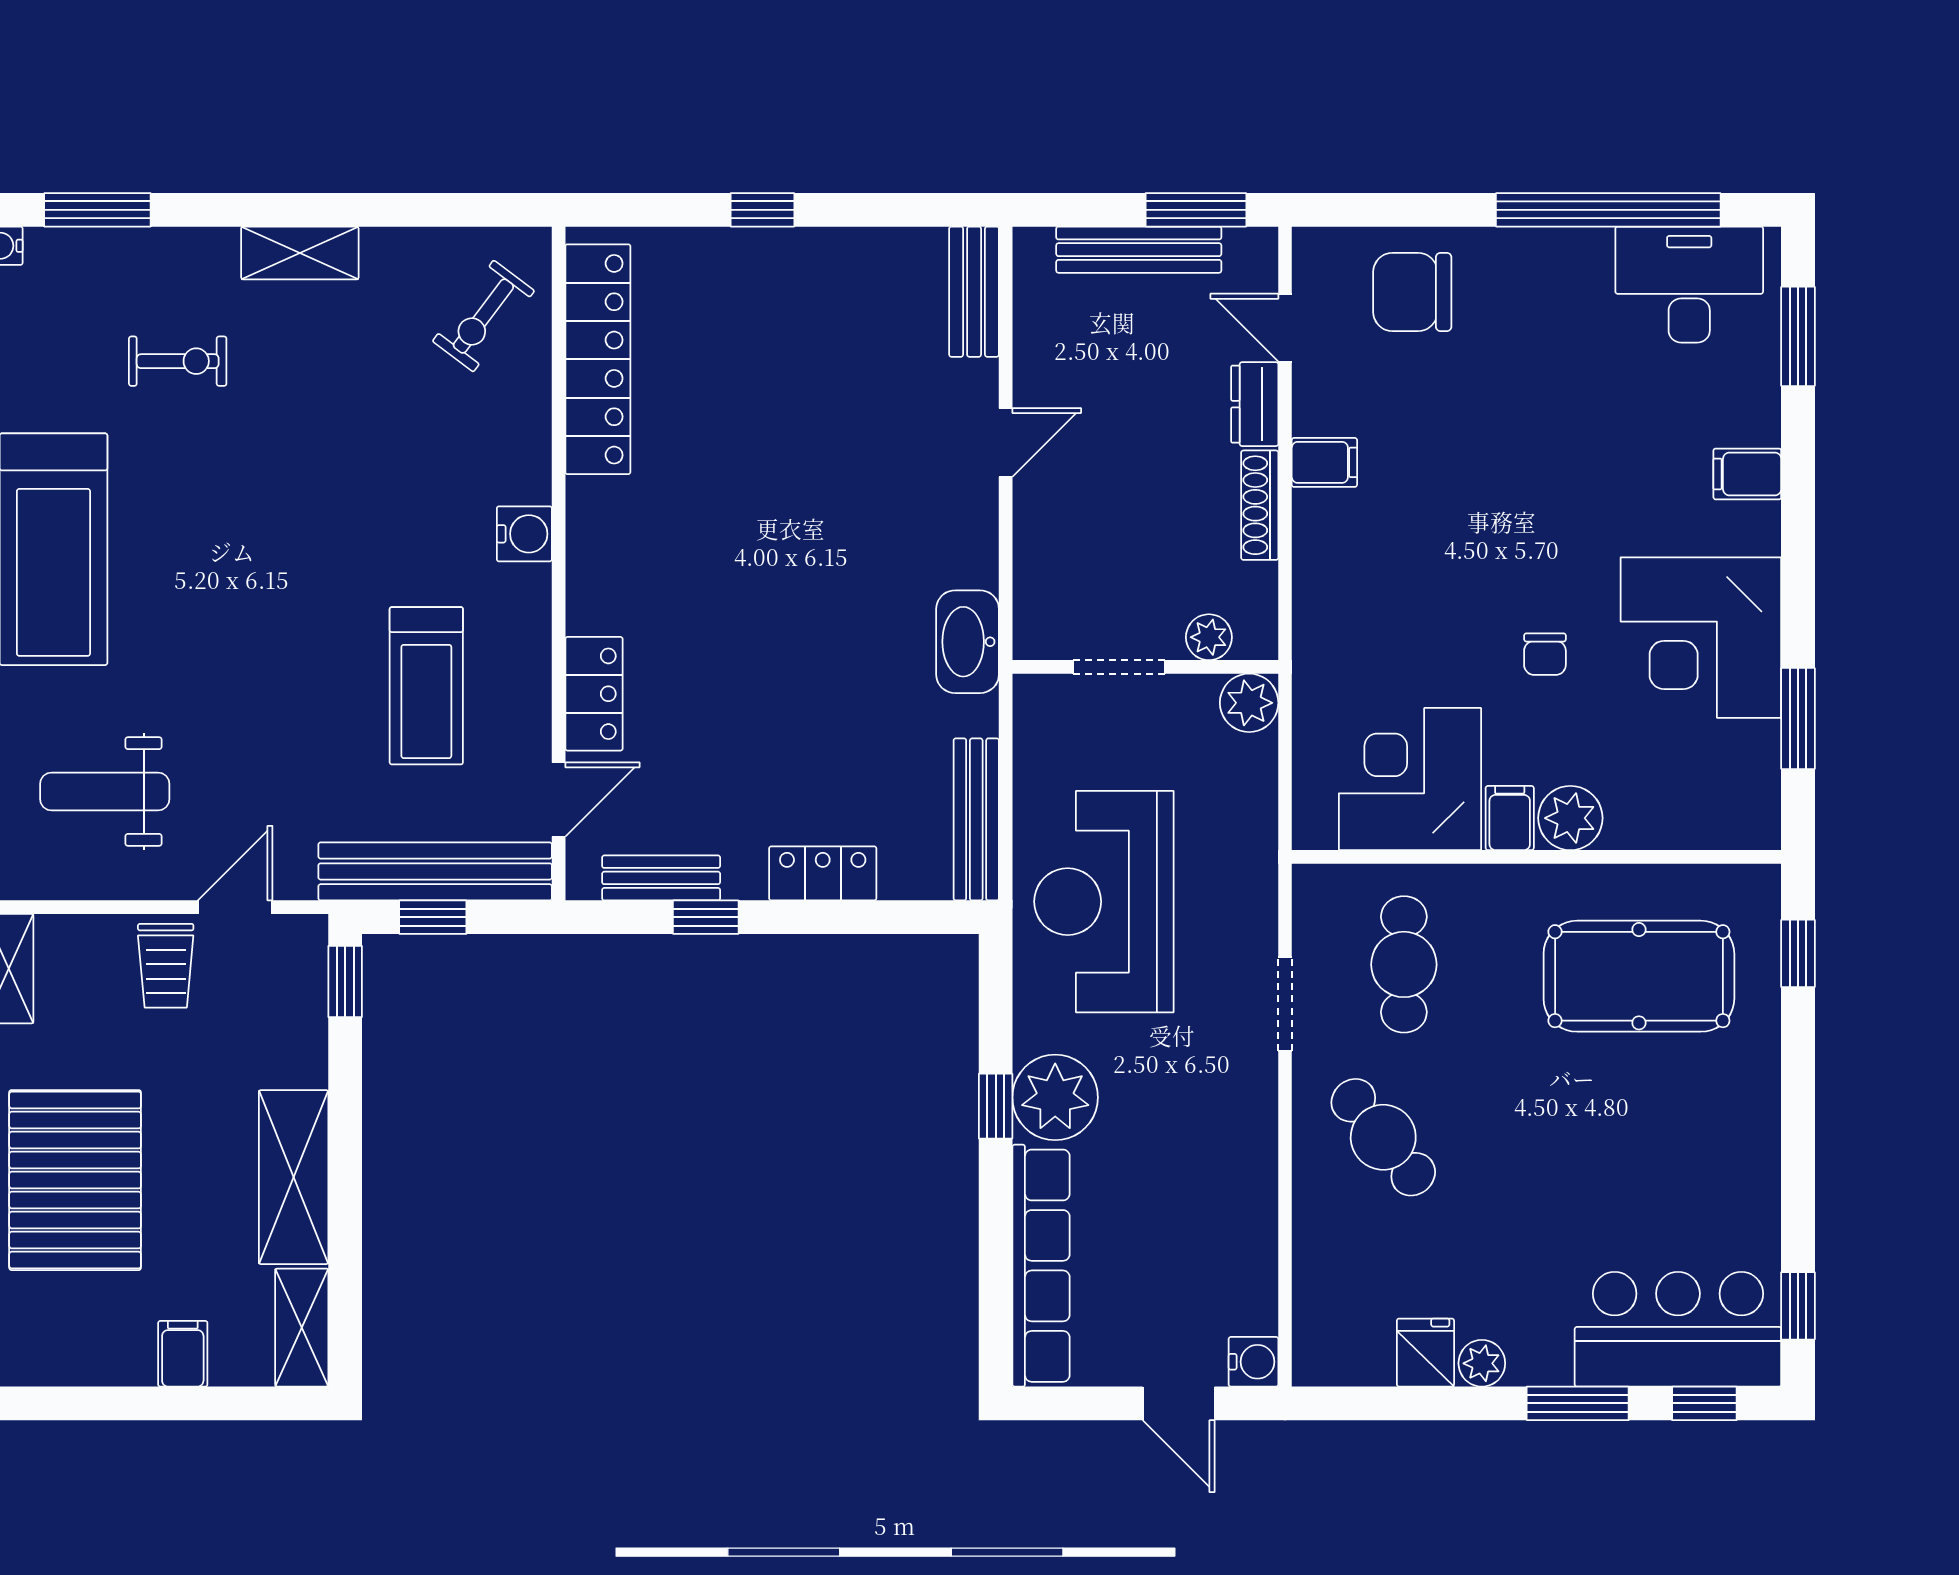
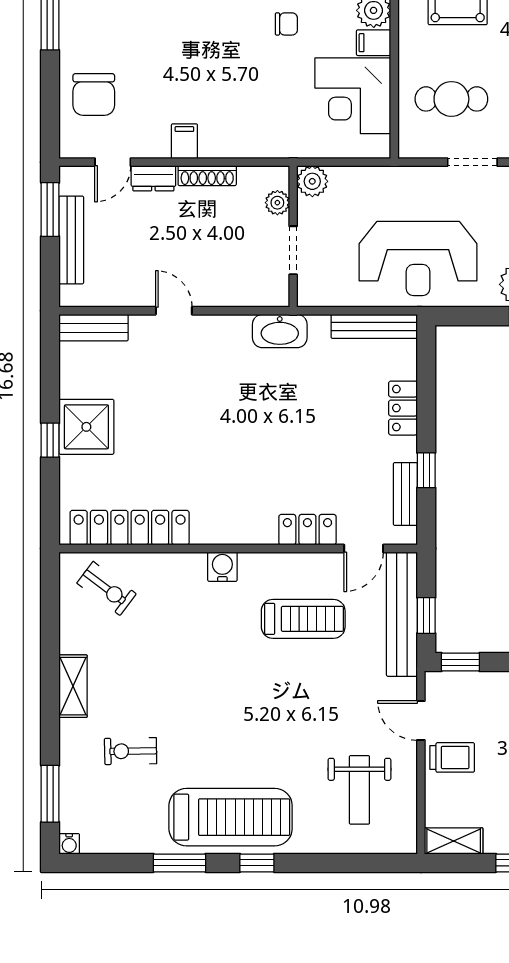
shower: (787, 278) -> (86, 427), added
exercise bike: (178, 361) -> (131, 751), turned -91
door: (559, 799) -> (364, 549), swing flipped

